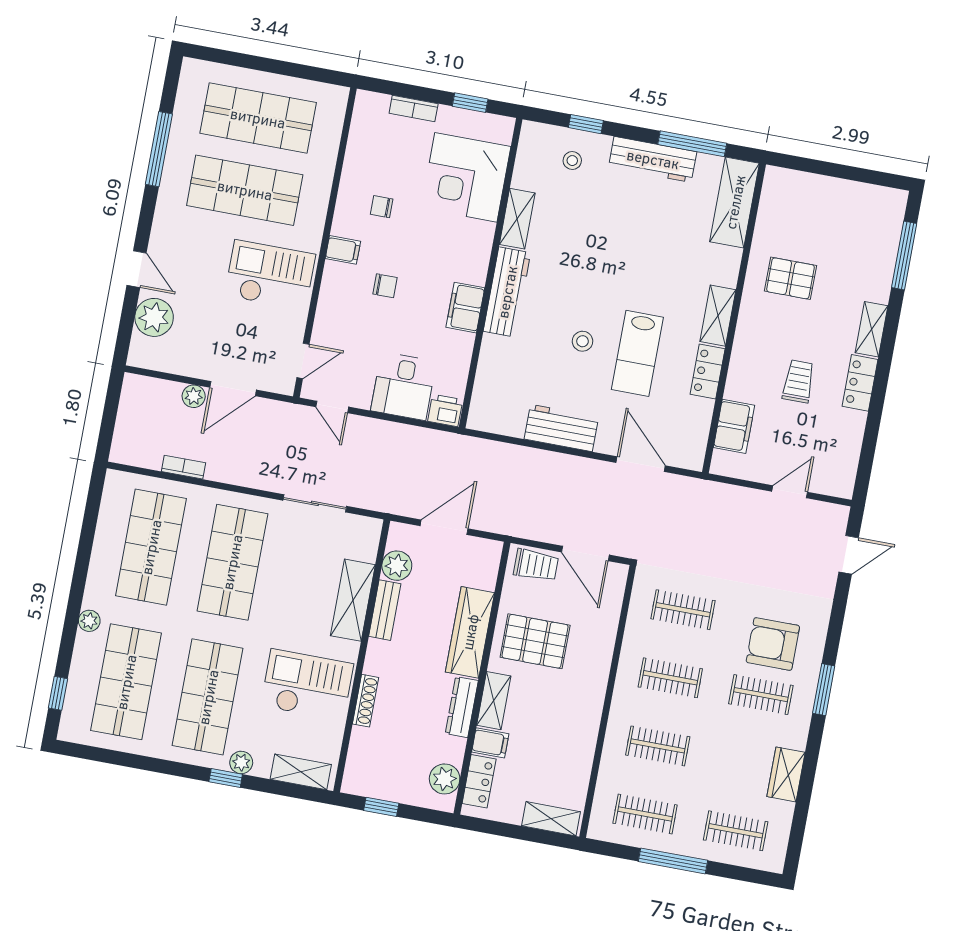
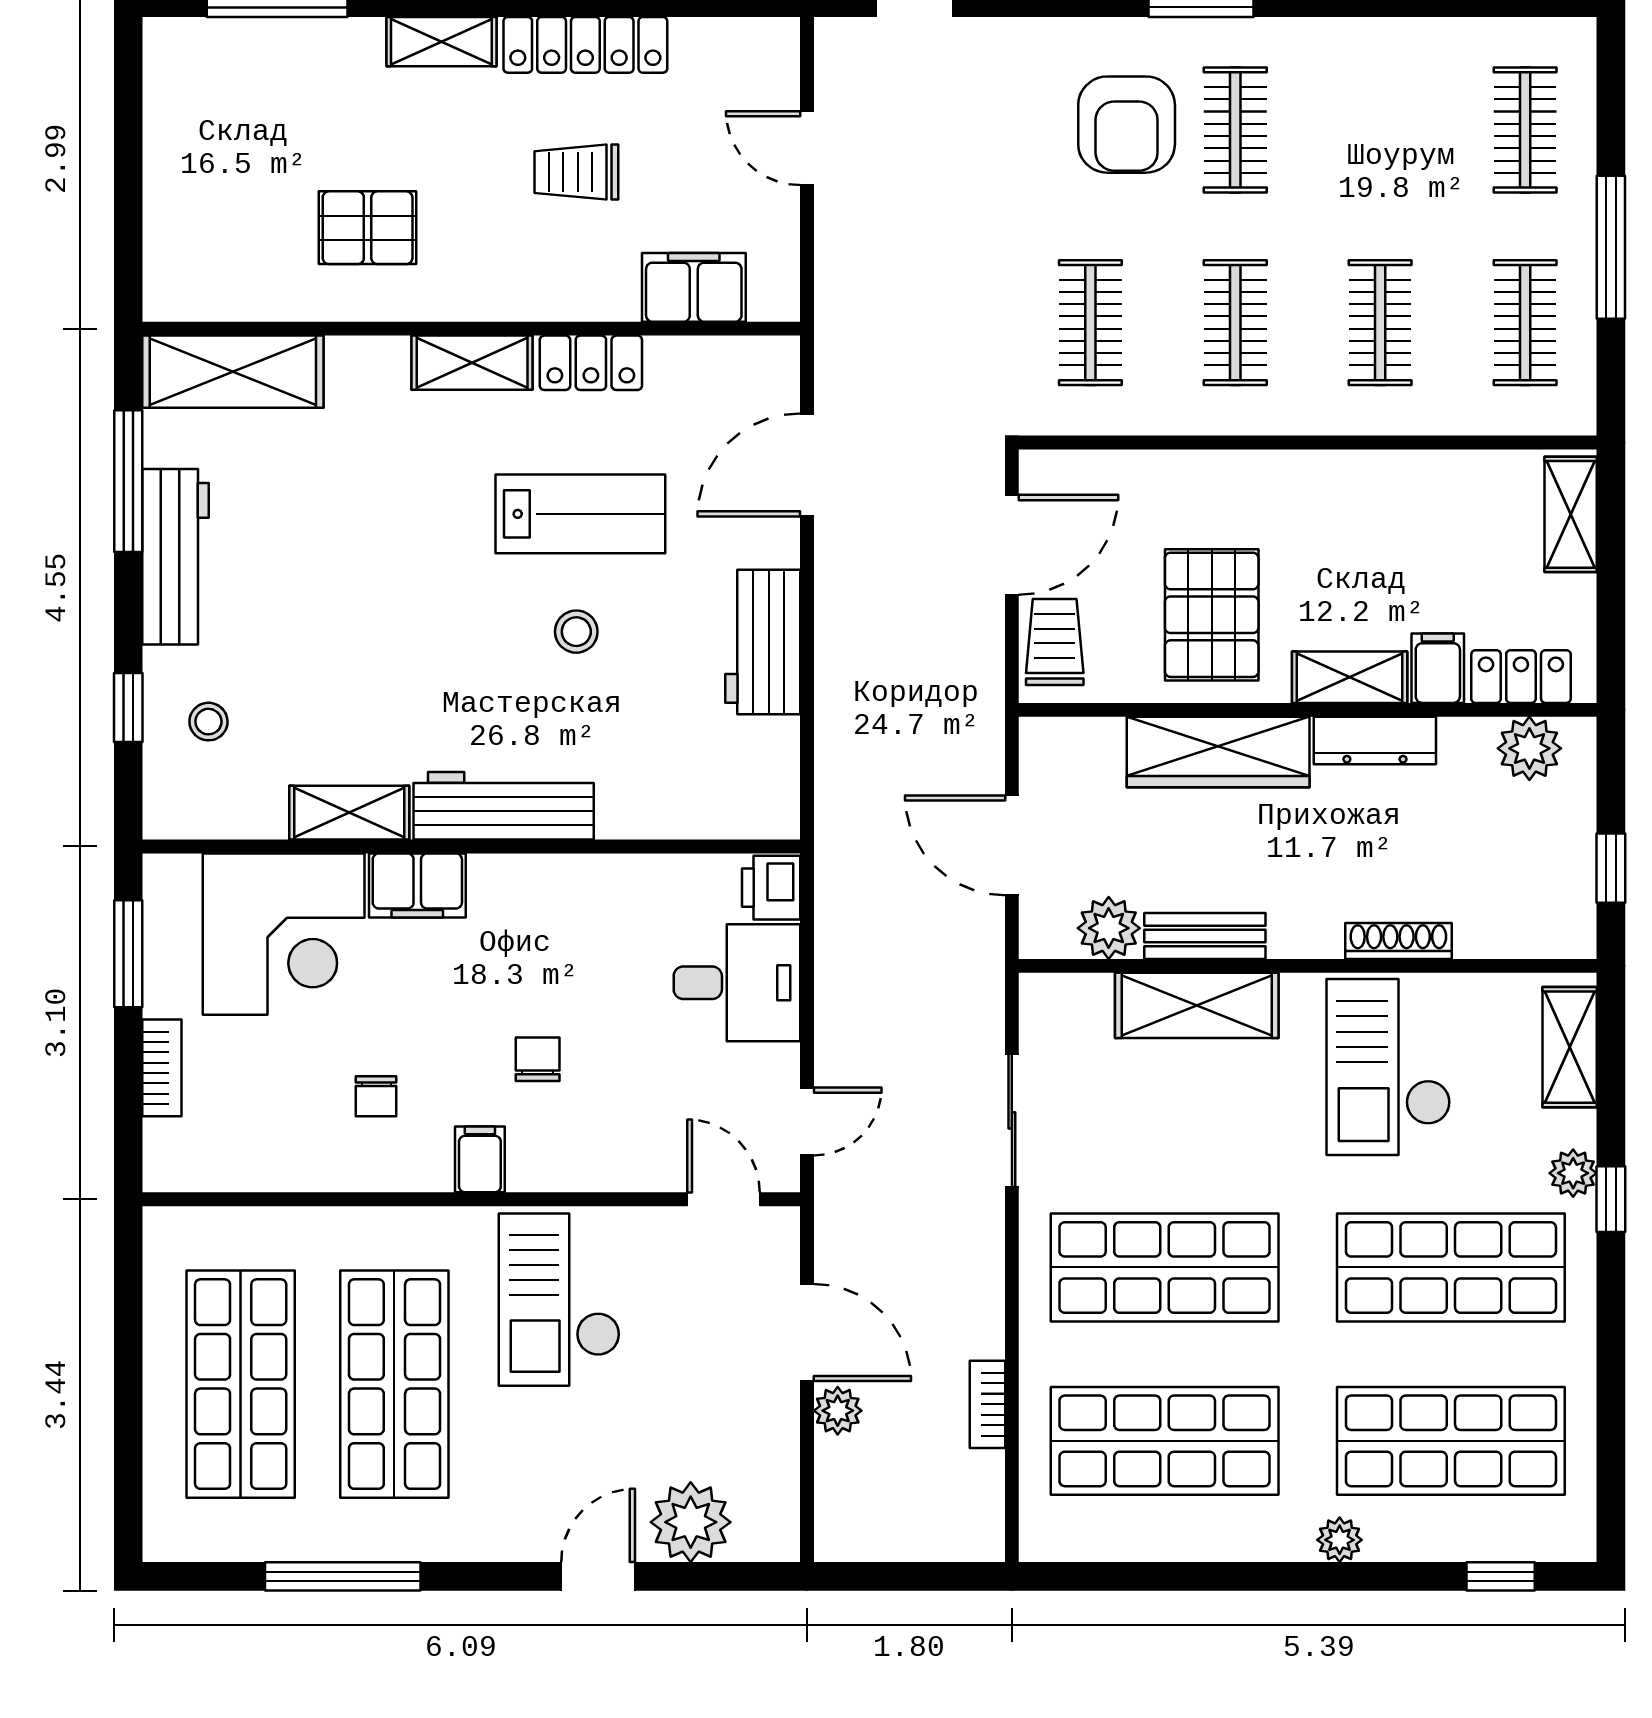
window: (470, 103) -> (128, 954), width x1.50
pallet: (790, 278) -> (368, 228), turned 90
filing cabinet: (465, 308) -> (417, 885), moved
locker: (860, 383) -> (585, 45), width x1.53
wardrobe: (786, 774) -> (1390, 48), removed

